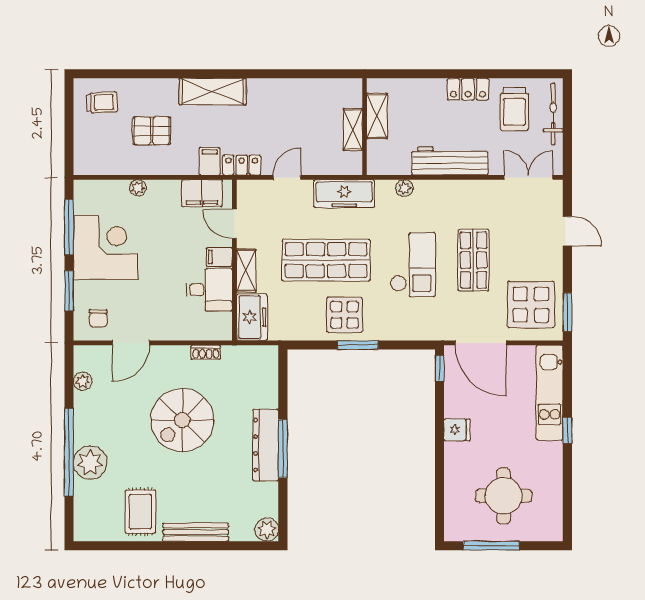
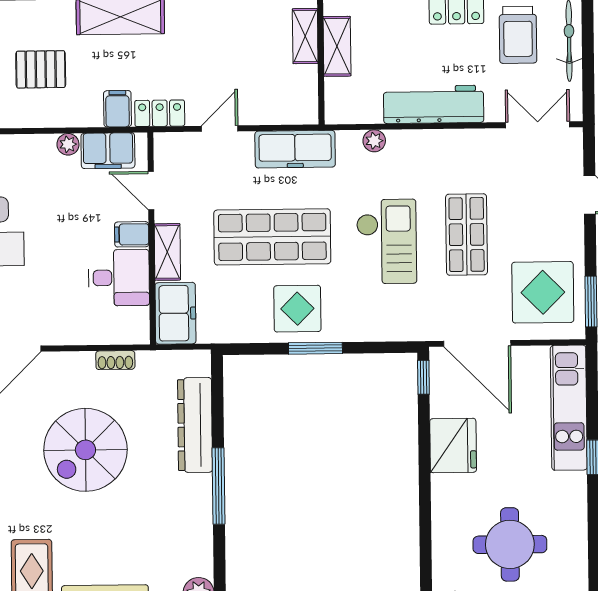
shelving: (353, 130) -> (305, 36), moved
plant: (138, 188) -> (68, 144), moved
fridge: (457, 430) -> (453, 445), width x1.88, depth x1.34
dresser: (266, 445) -> (195, 425), moved

